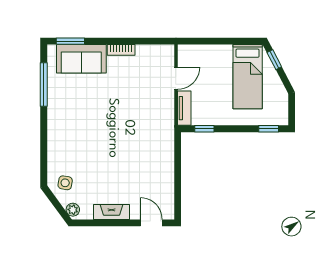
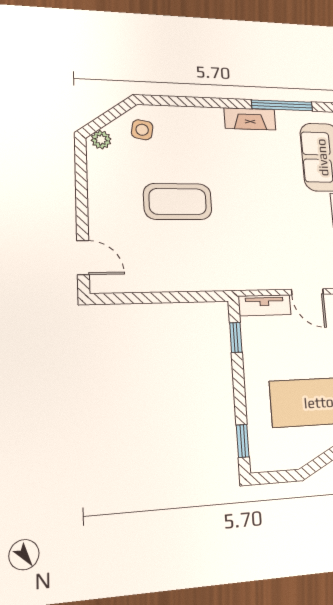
coffee table: (114, 162) -> (178, 202), added
fireplace: (112, 212) -> (250, 119), moved, turned 90
door: (151, 223) -> (83, 258), hinge flipped

